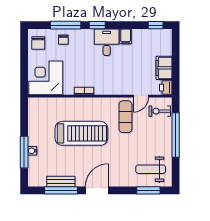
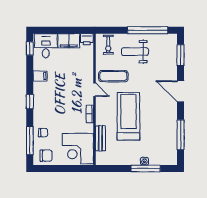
window: (66, 25) -> (30, 141), moved
desk: (107, 42) -> (46, 46), moved, turned 90
door: (141, 96) -> (94, 90), moved
window: (176, 135) -> (148, 30), moved
weight bench: (151, 169) -> (135, 52), moved, turned 90
bench: (61, 181) -> (100, 138), moved
door: (97, 190) -> (181, 91), moved

